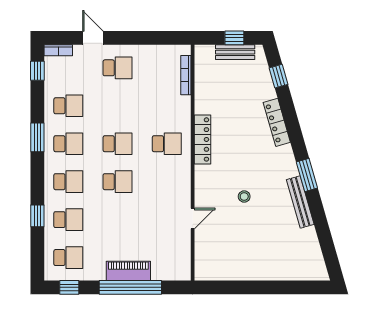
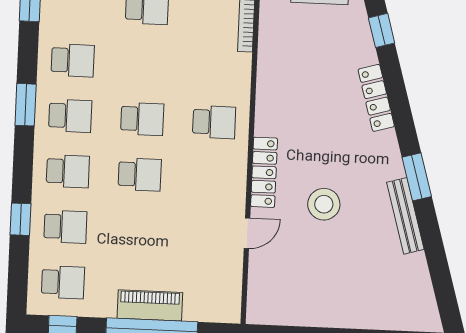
locker: (202, 139) -> (264, 172), moved
stool: (244, 197) -> (324, 204), width x1.89, depth x1.89

